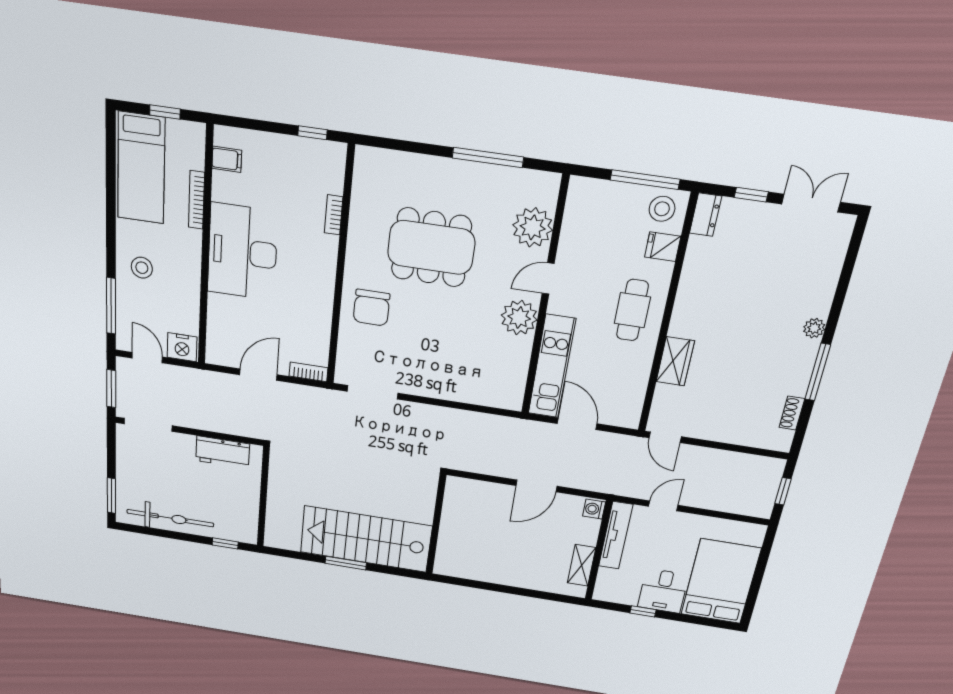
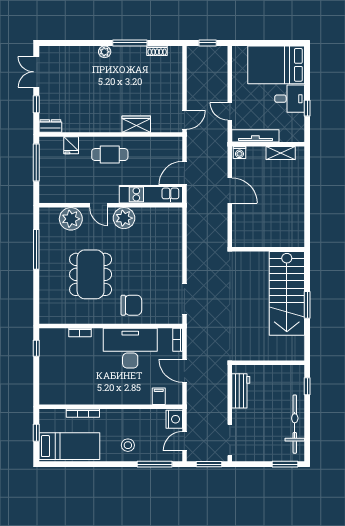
filing cabinet: (227, 159) -> (159, 396), moved
stool: (662, 209) -> (51, 150), removed
desk: (242, 252) -> (130, 348), moved, turned 180

